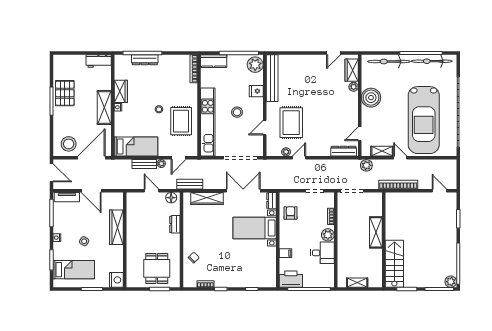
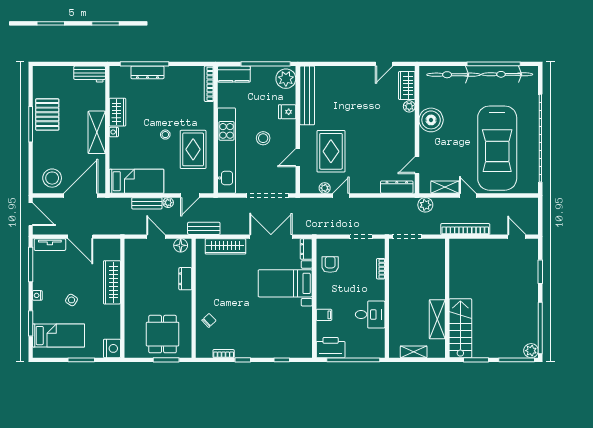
shelving: (376, 232) -> (437, 319), moved
plant: (328, 235) -> (377, 292), removed

